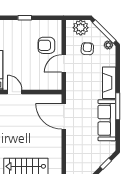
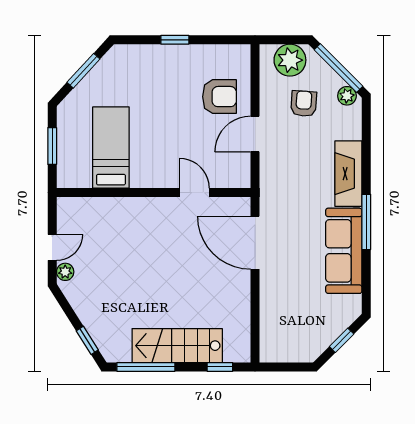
armchair: (46, 45) -> (219, 97), turned 180
door: (15, 92) -> (194, 193), moved

